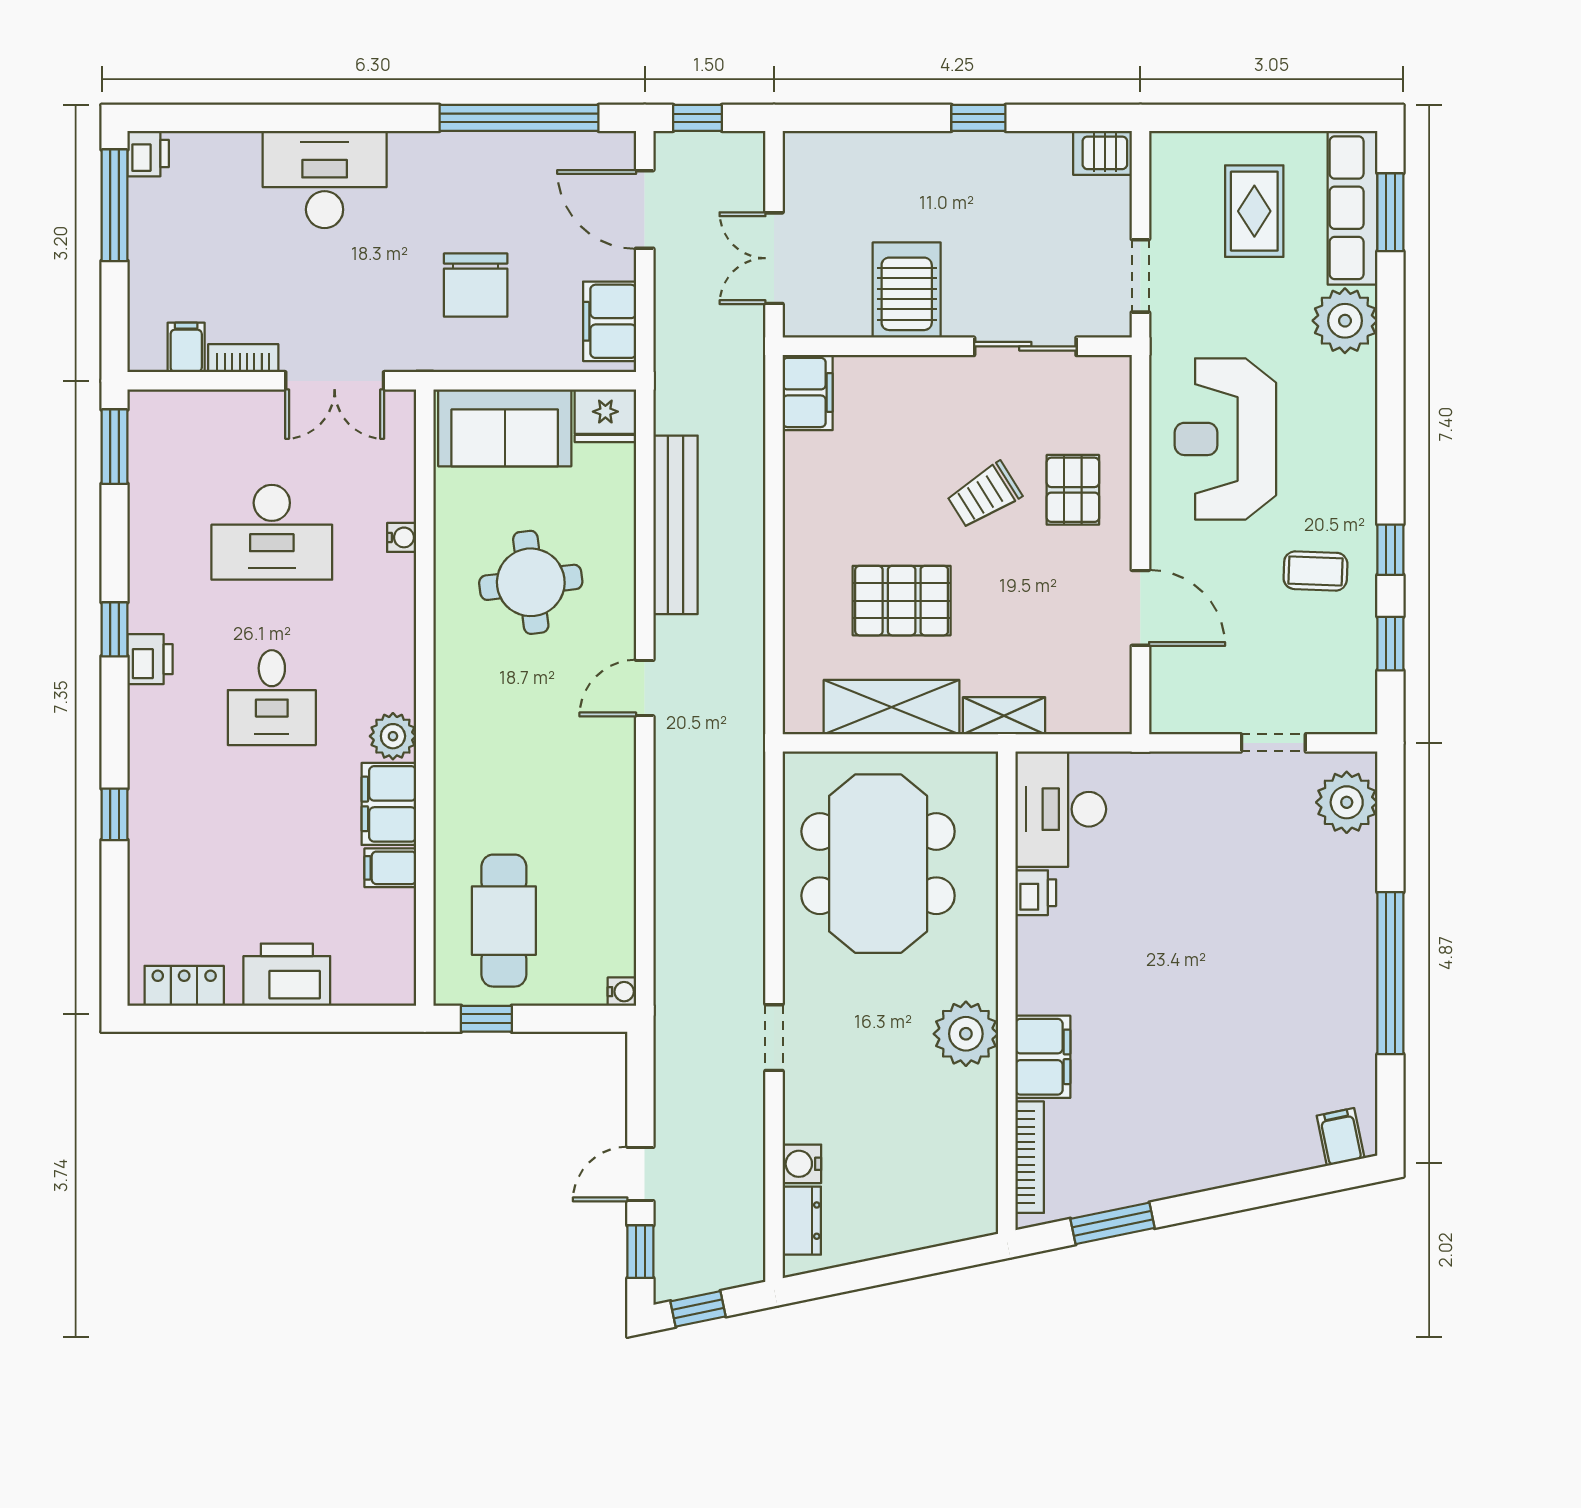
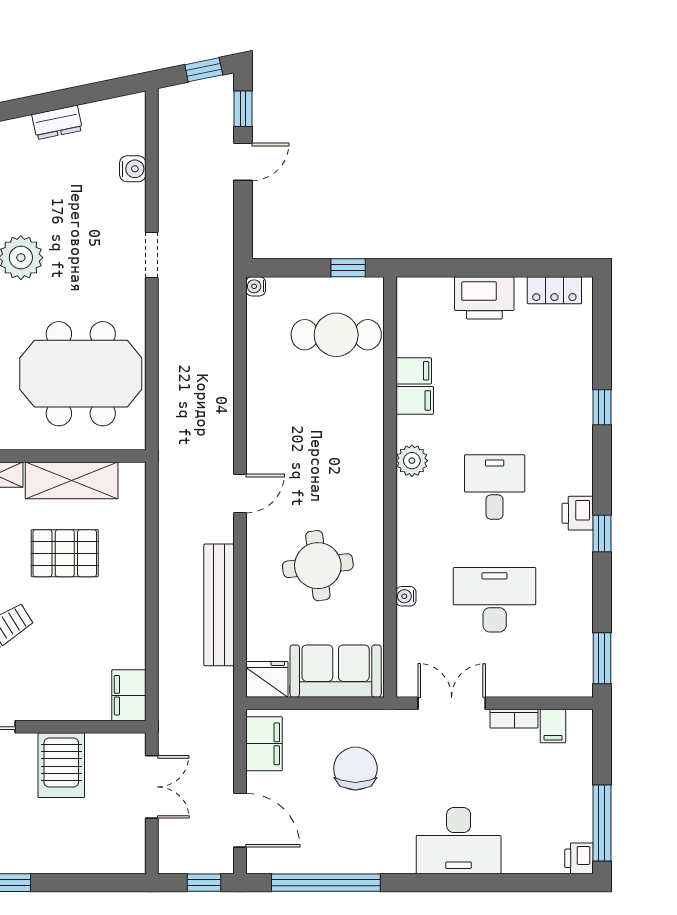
filing cabinet: (389, 804) -> (415, 400), width x0.50
meeting table: (878, 864) -> (81, 374), turned 90
cafe table: (504, 921) -> (336, 335), turned 90
dresser: (802, 1221) -> (57, 122), moved, turned -102

